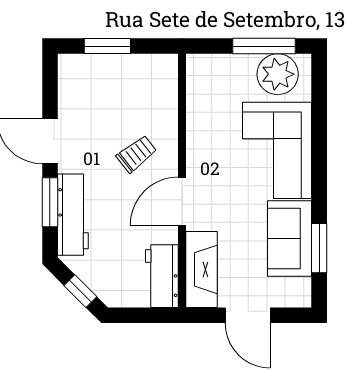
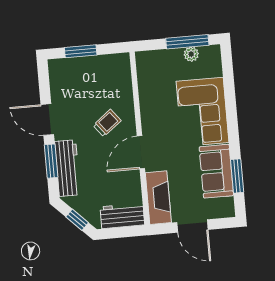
plant: (278, 74) -> (191, 54), width x0.53, depth x0.53
workbench: (162, 276) -> (122, 216), moved, turned 90

